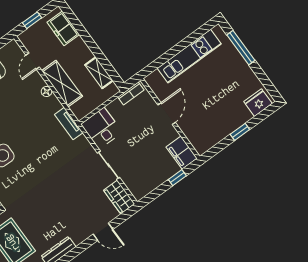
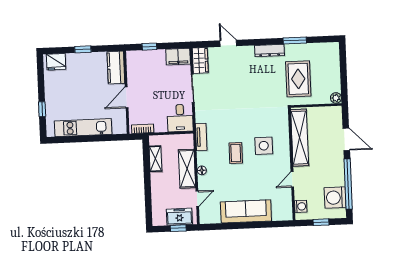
freezer: (63, 28) -> (179, 217), moved, turned -90
window: (241, 48) -> (42, 109), width x0.46
coffee table: (25, 130) -> (236, 153), added
kitchen counter: (196, 136) -> (116, 67), added
filing cabinet: (182, 153) -> (178, 57), moved, turned 90

